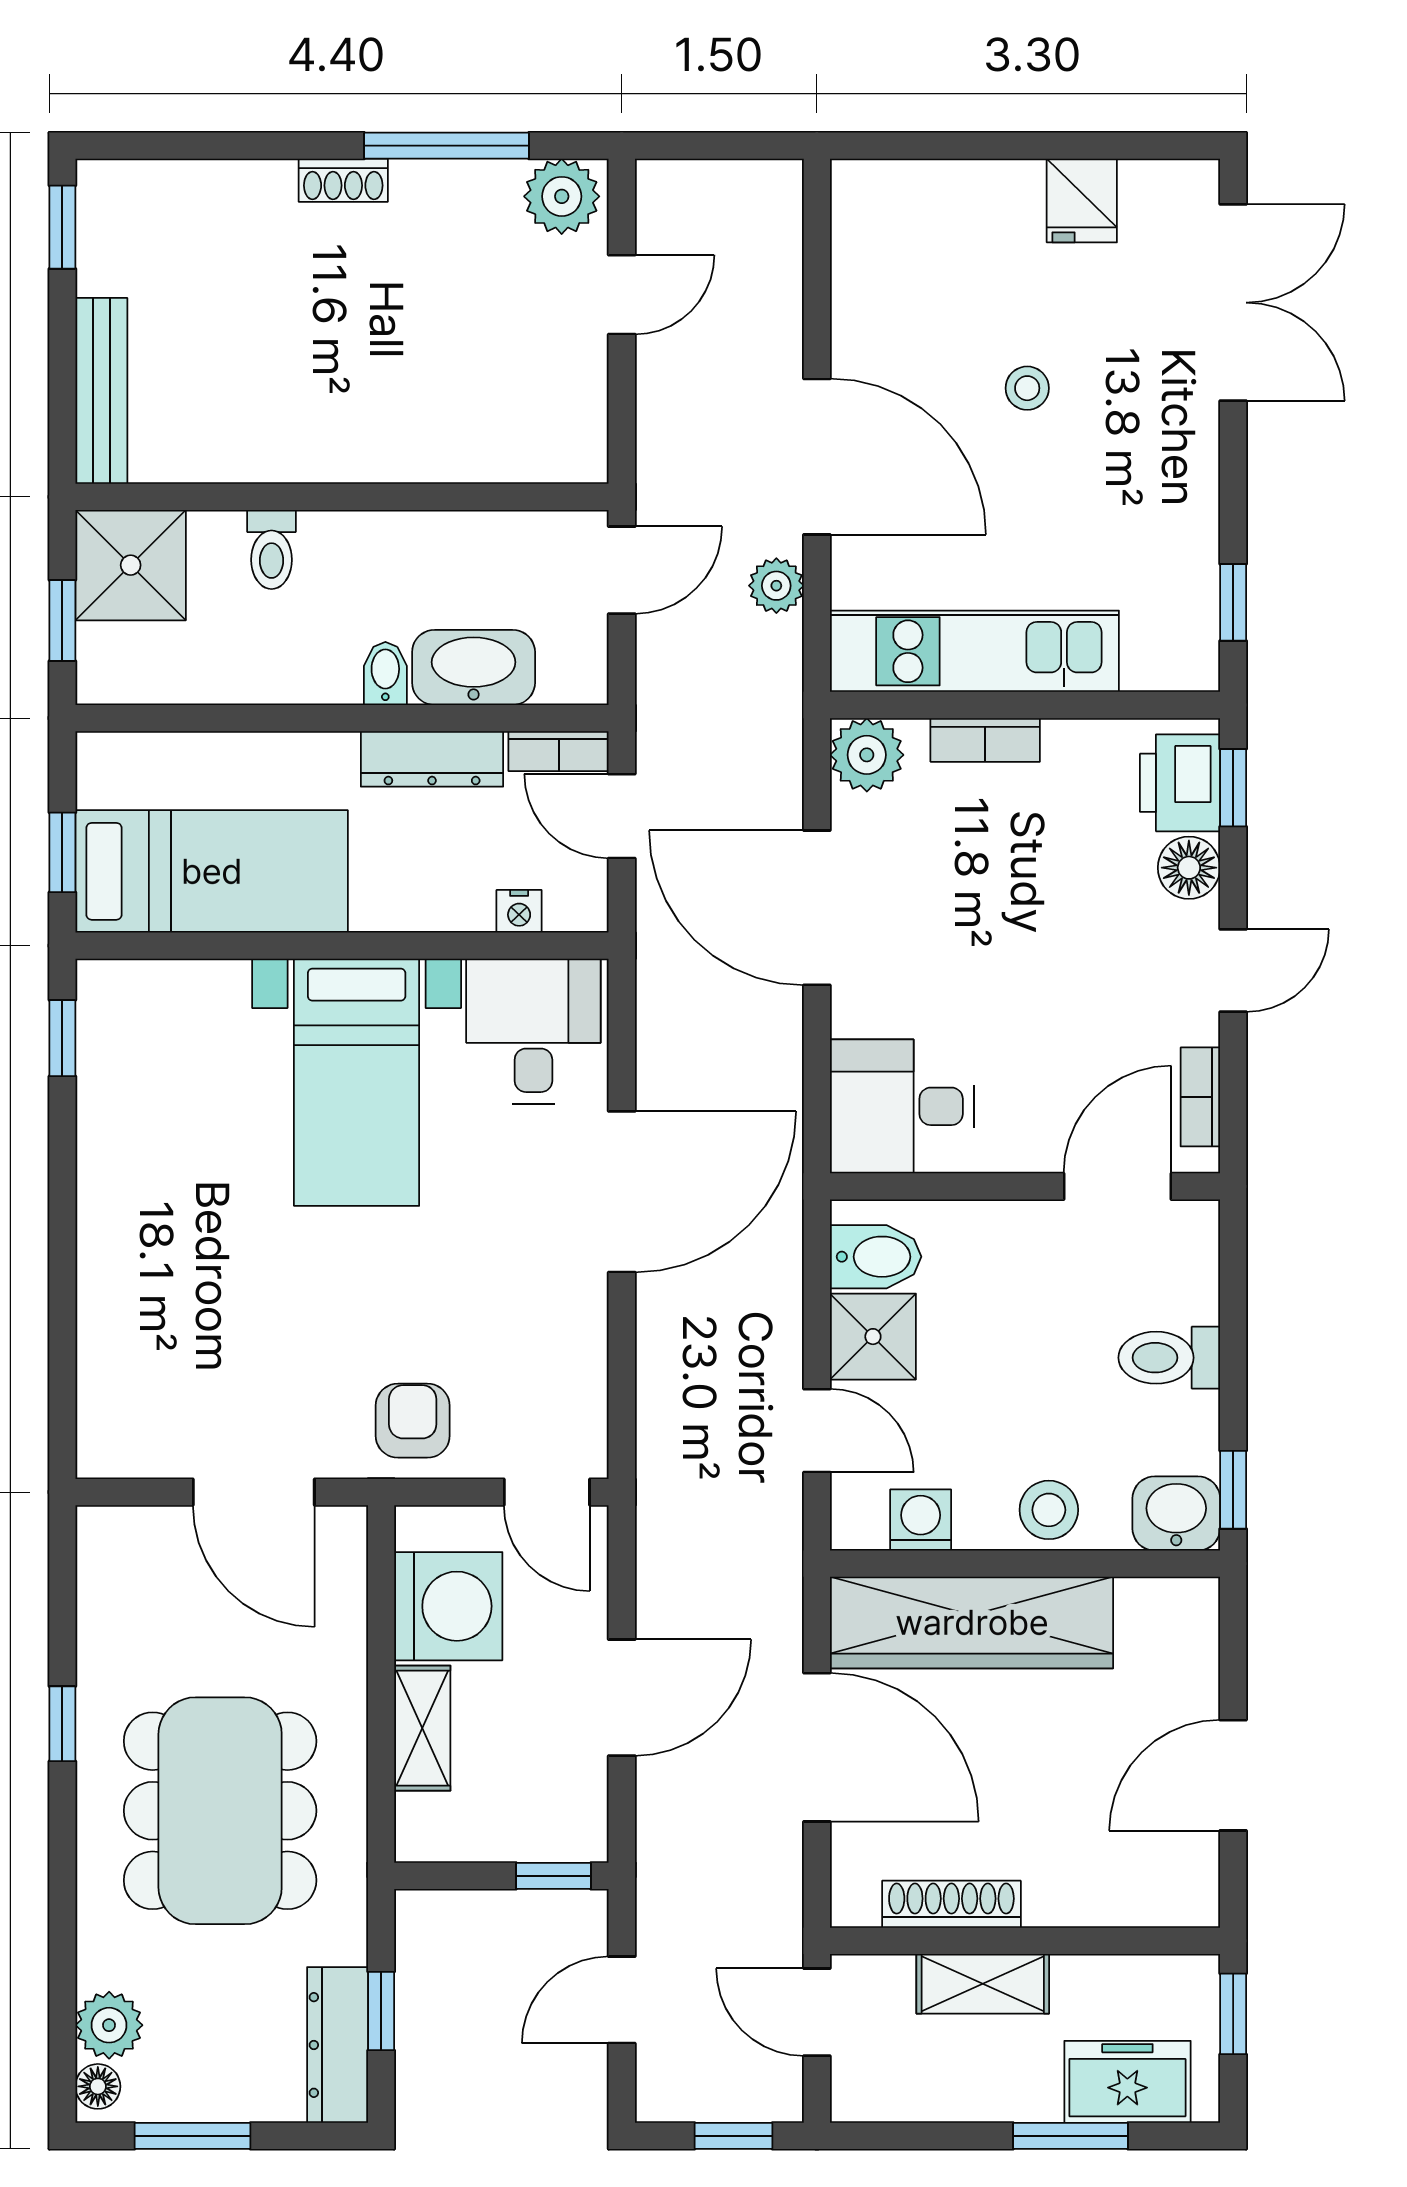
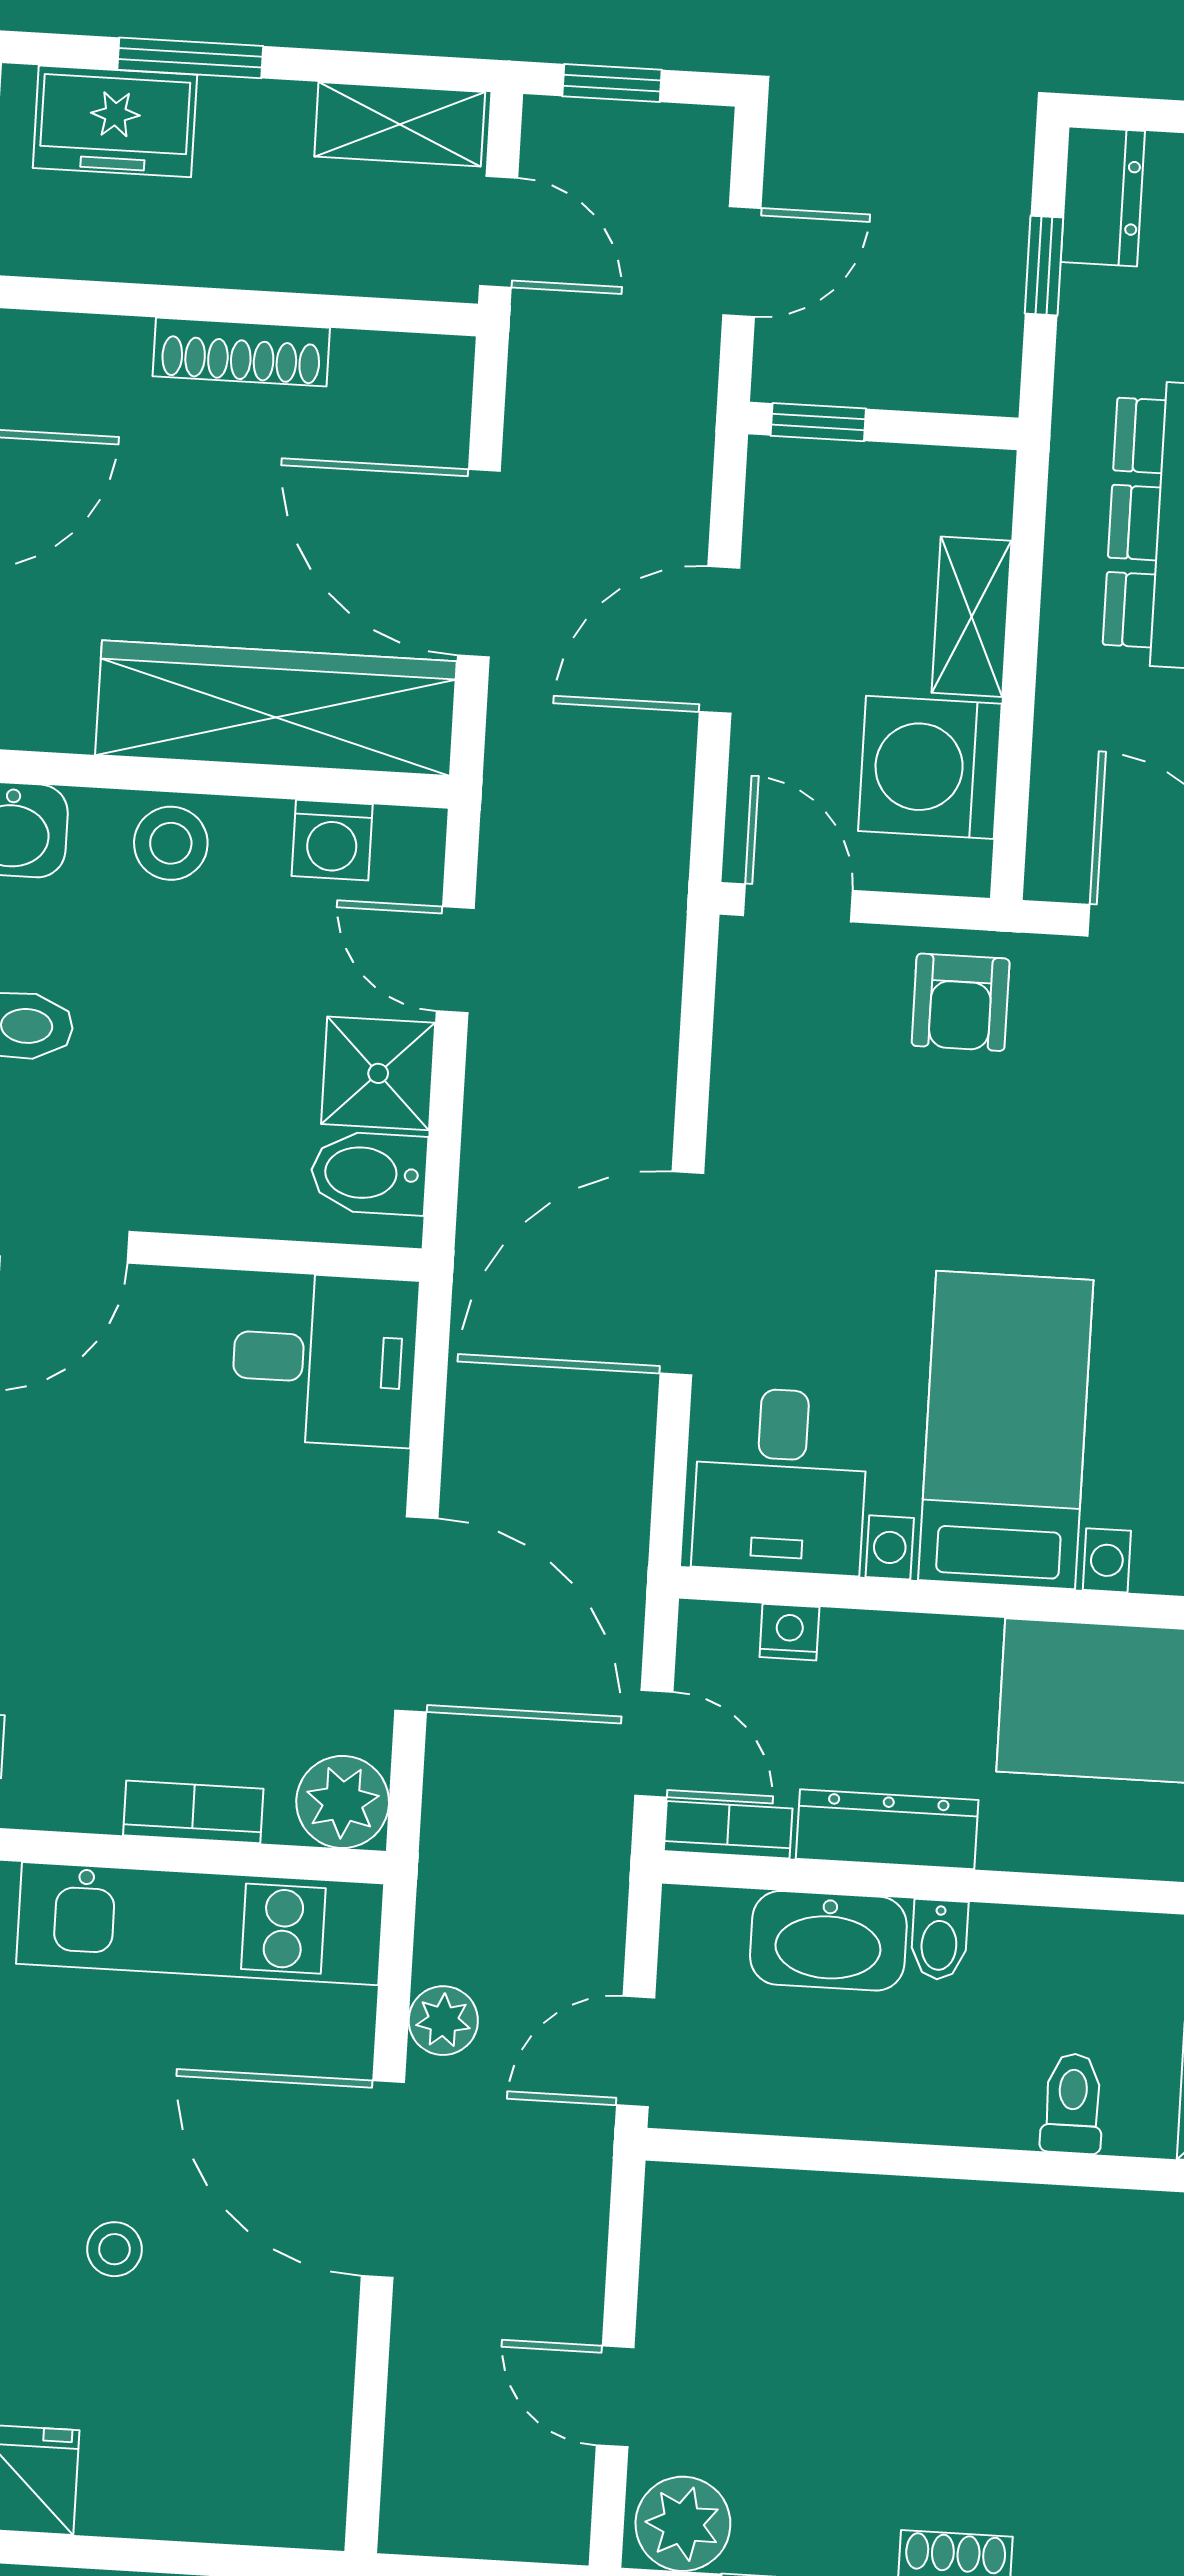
door: (622, 295) -> (615, 2396), hinge flipped
shoe rack: (951, 1904) -> (241, 352), moved
shelving: (983, 1984) -> (400, 124), moved
dresser: (338, 2045) -> (1103, 197), width x0.70

